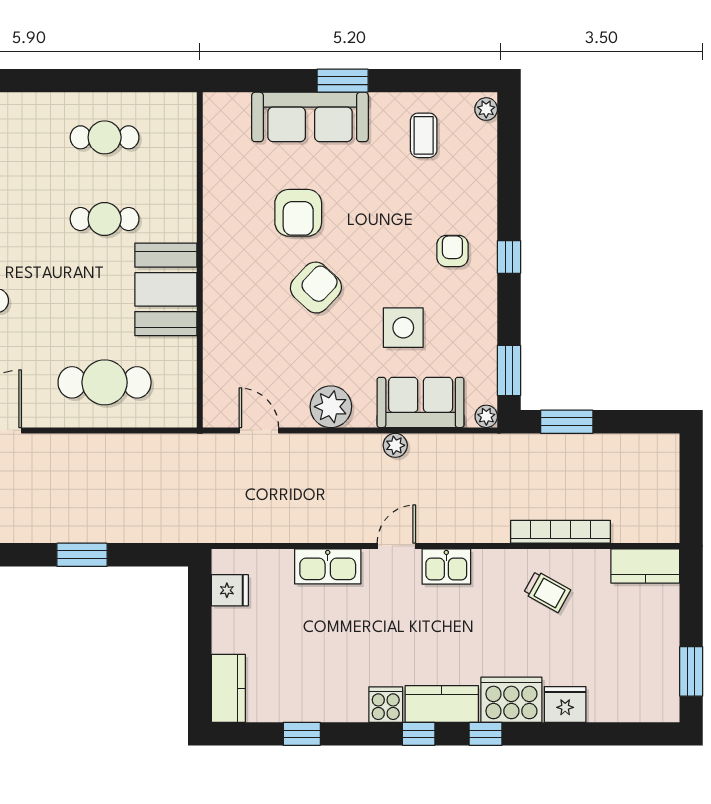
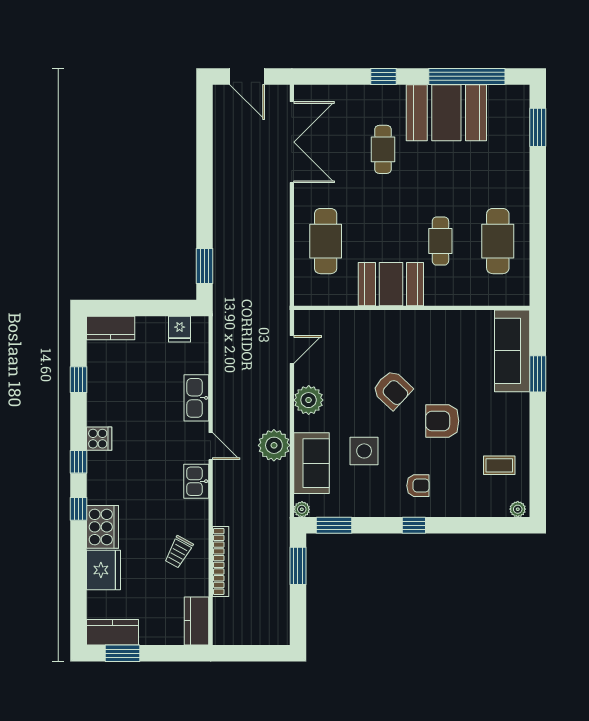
window: (343, 81) -> (538, 374), moved
sofa: (310, 117) -> (512, 351), moved
cafe table: (105, 137) -> (498, 241), width x1.37, depth x1.35
armchair: (298, 213) -> (442, 421), moved
plant: (395, 445) -> (274, 445), width x1.88, depth x1.88
window: (82, 555) -> (205, 266), moved
kitchen counter: (442, 704) -> (112, 632), moved, turned -90
fridge: (565, 704) -> (104, 570), width x1.36, depth x1.34

